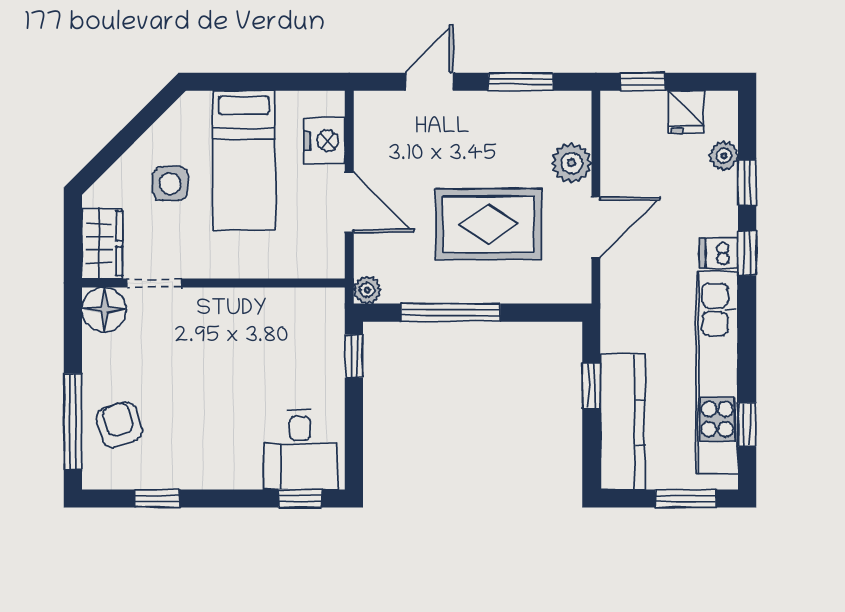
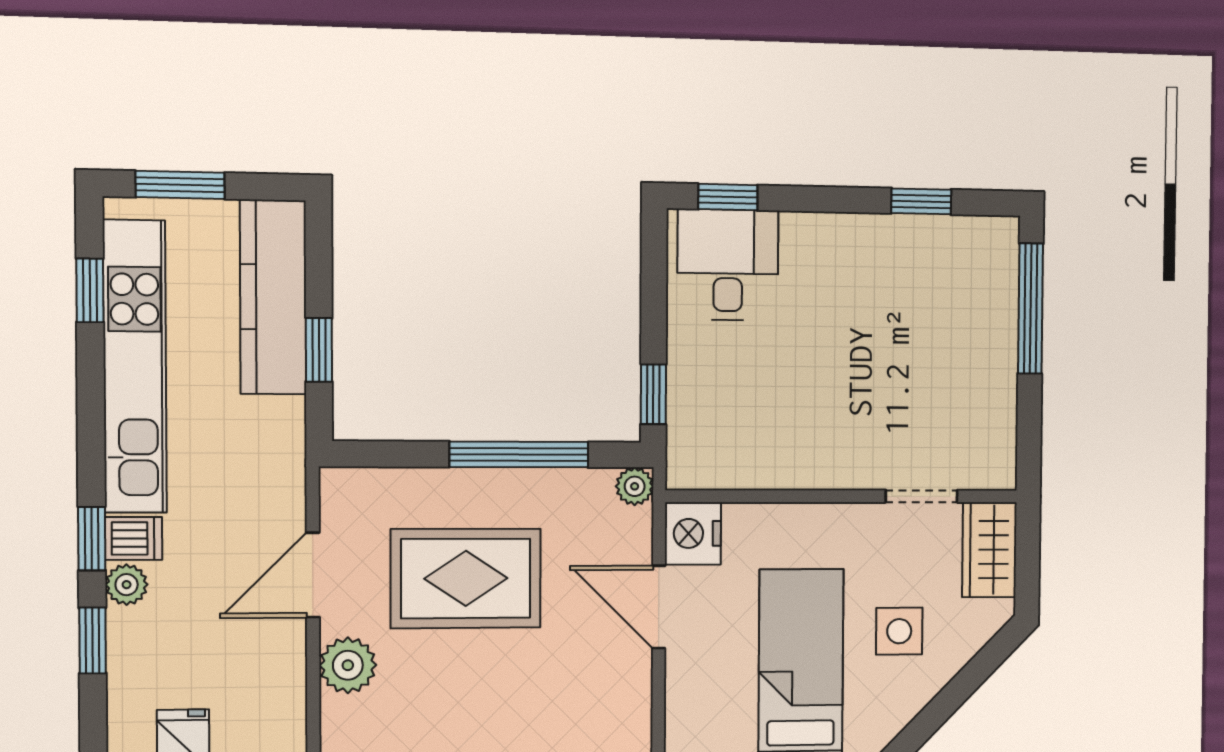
nightstand: (325, 141) -> (693, 533), moved
plant: (724, 156) -> (127, 585), moved
floor lamp: (104, 310) -> (988, 460), removed
armchair: (119, 425) -> (970, 304), removed

